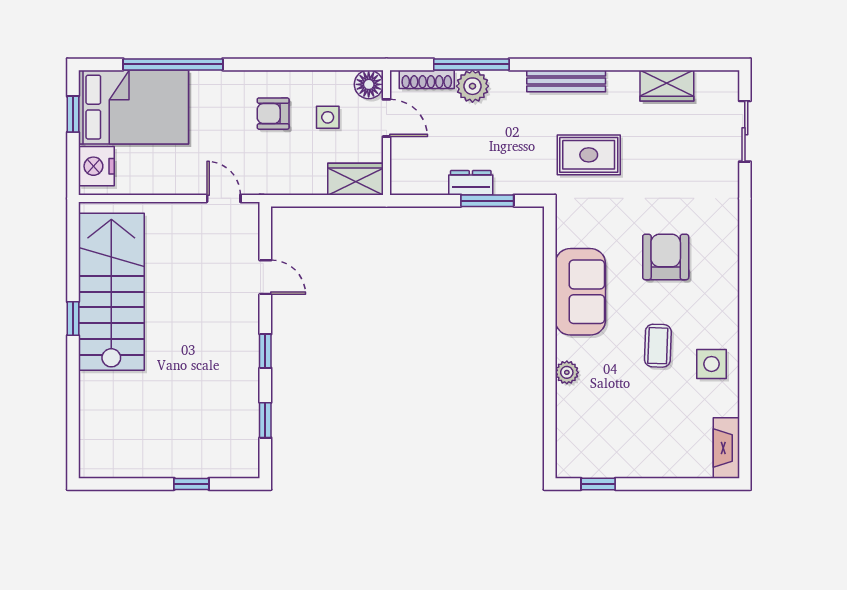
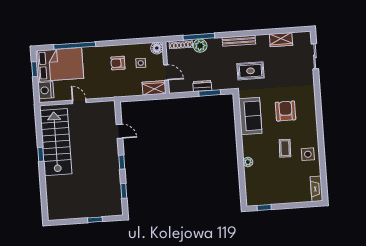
door: (386, 118) -> (166, 72), moved
door: (224, 198) -> (79, 101), moved
sofa: (580, 292) -> (250, 116), moved

